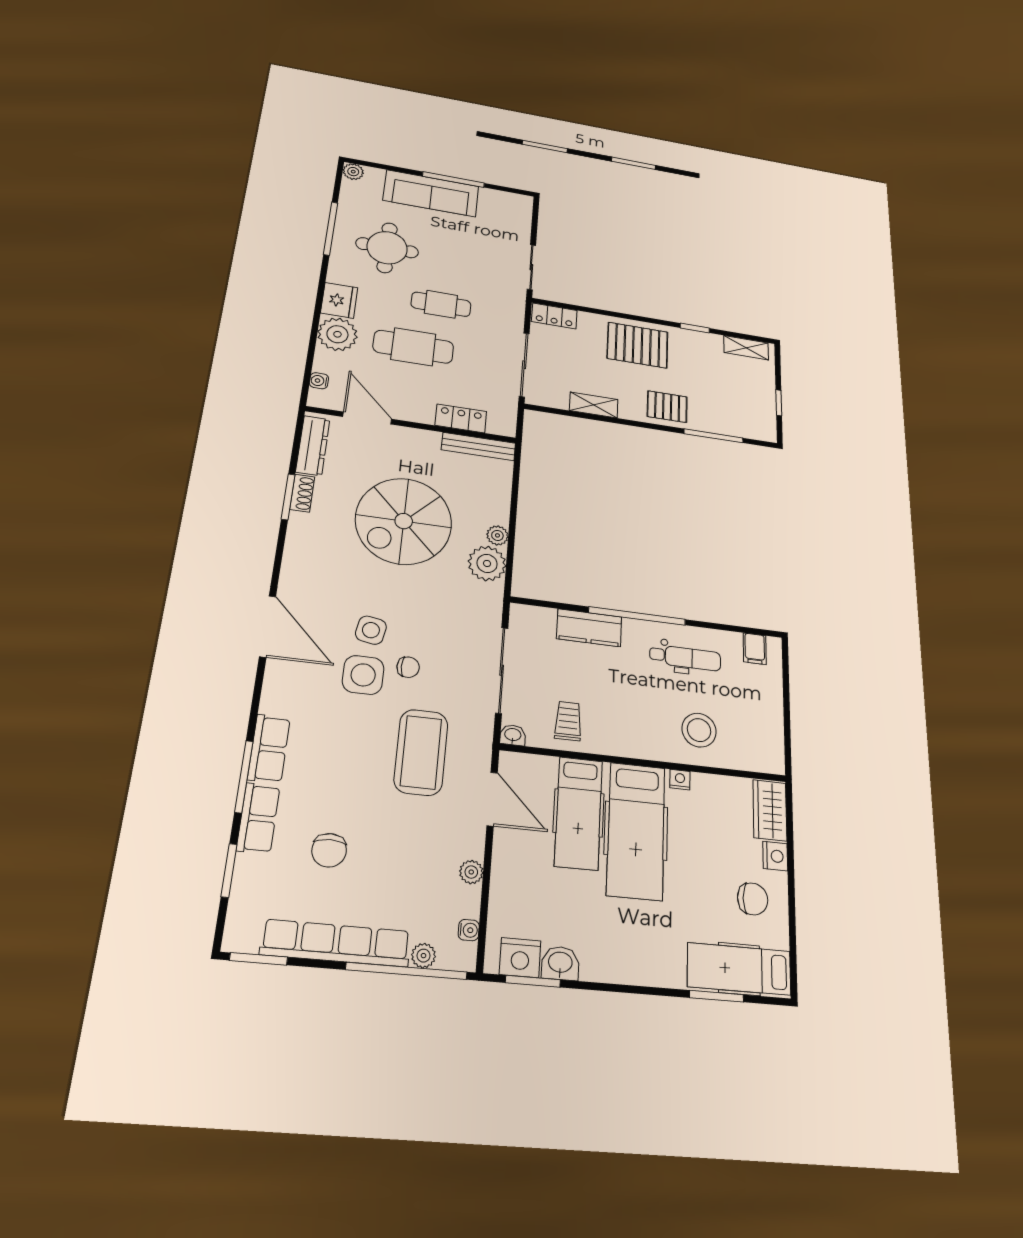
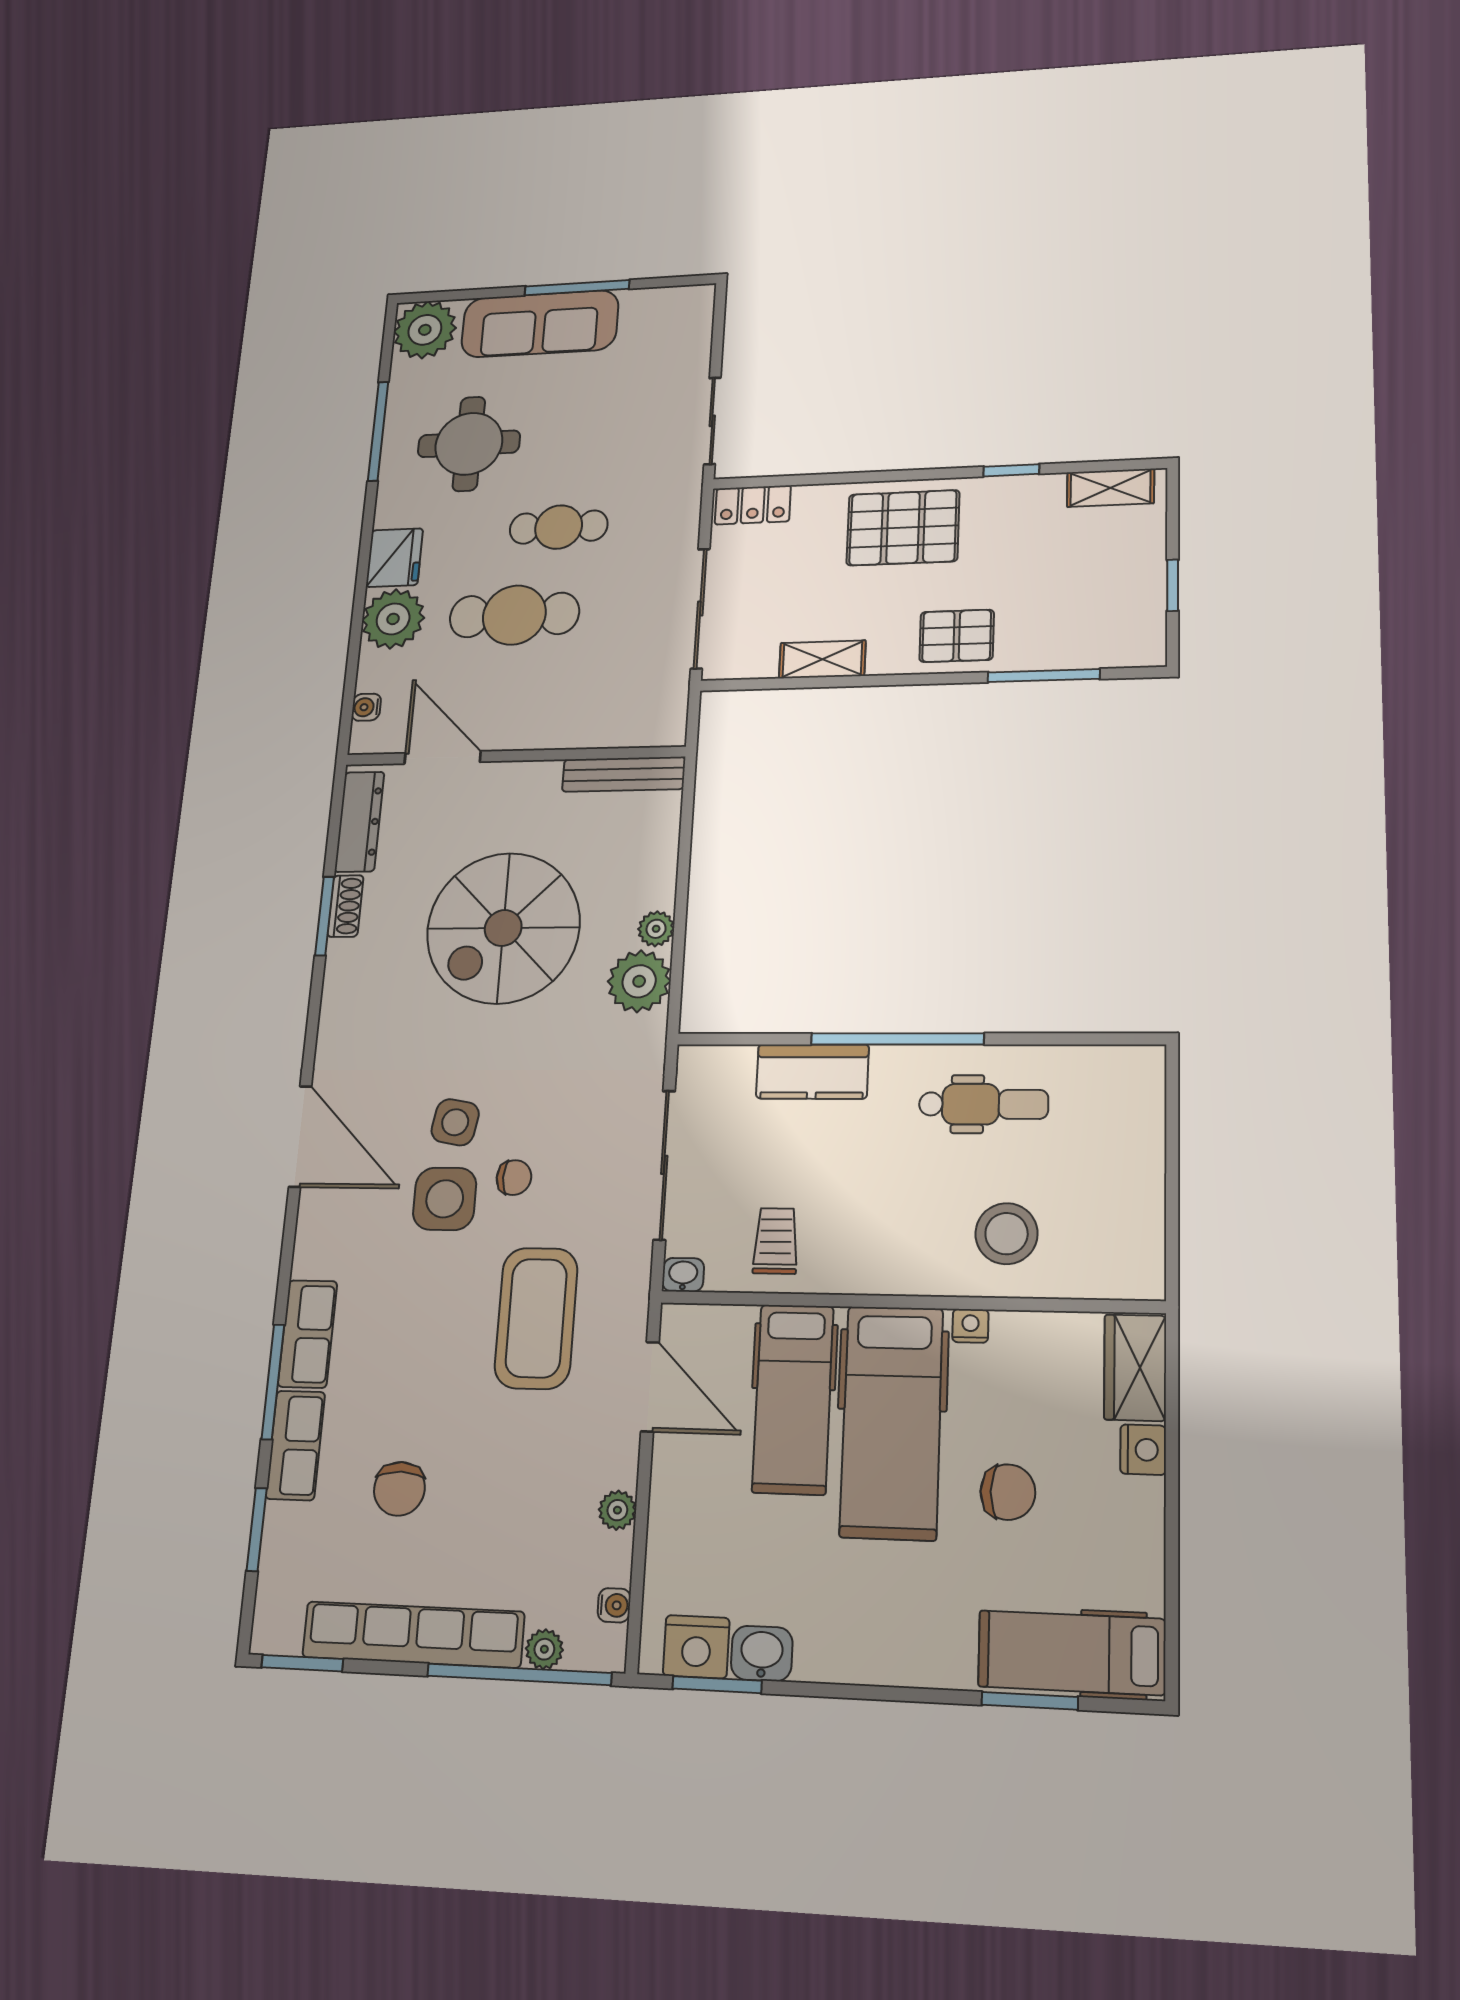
plant: (353, 172) -> (425, 330), width x1.88, depth x1.88
locker: (461, 418) -> (594, 729), removed
filing cabinet: (755, 649) -> (1114, 1072), removed
chair: (753, 899) -> (1008, 1492), moved

